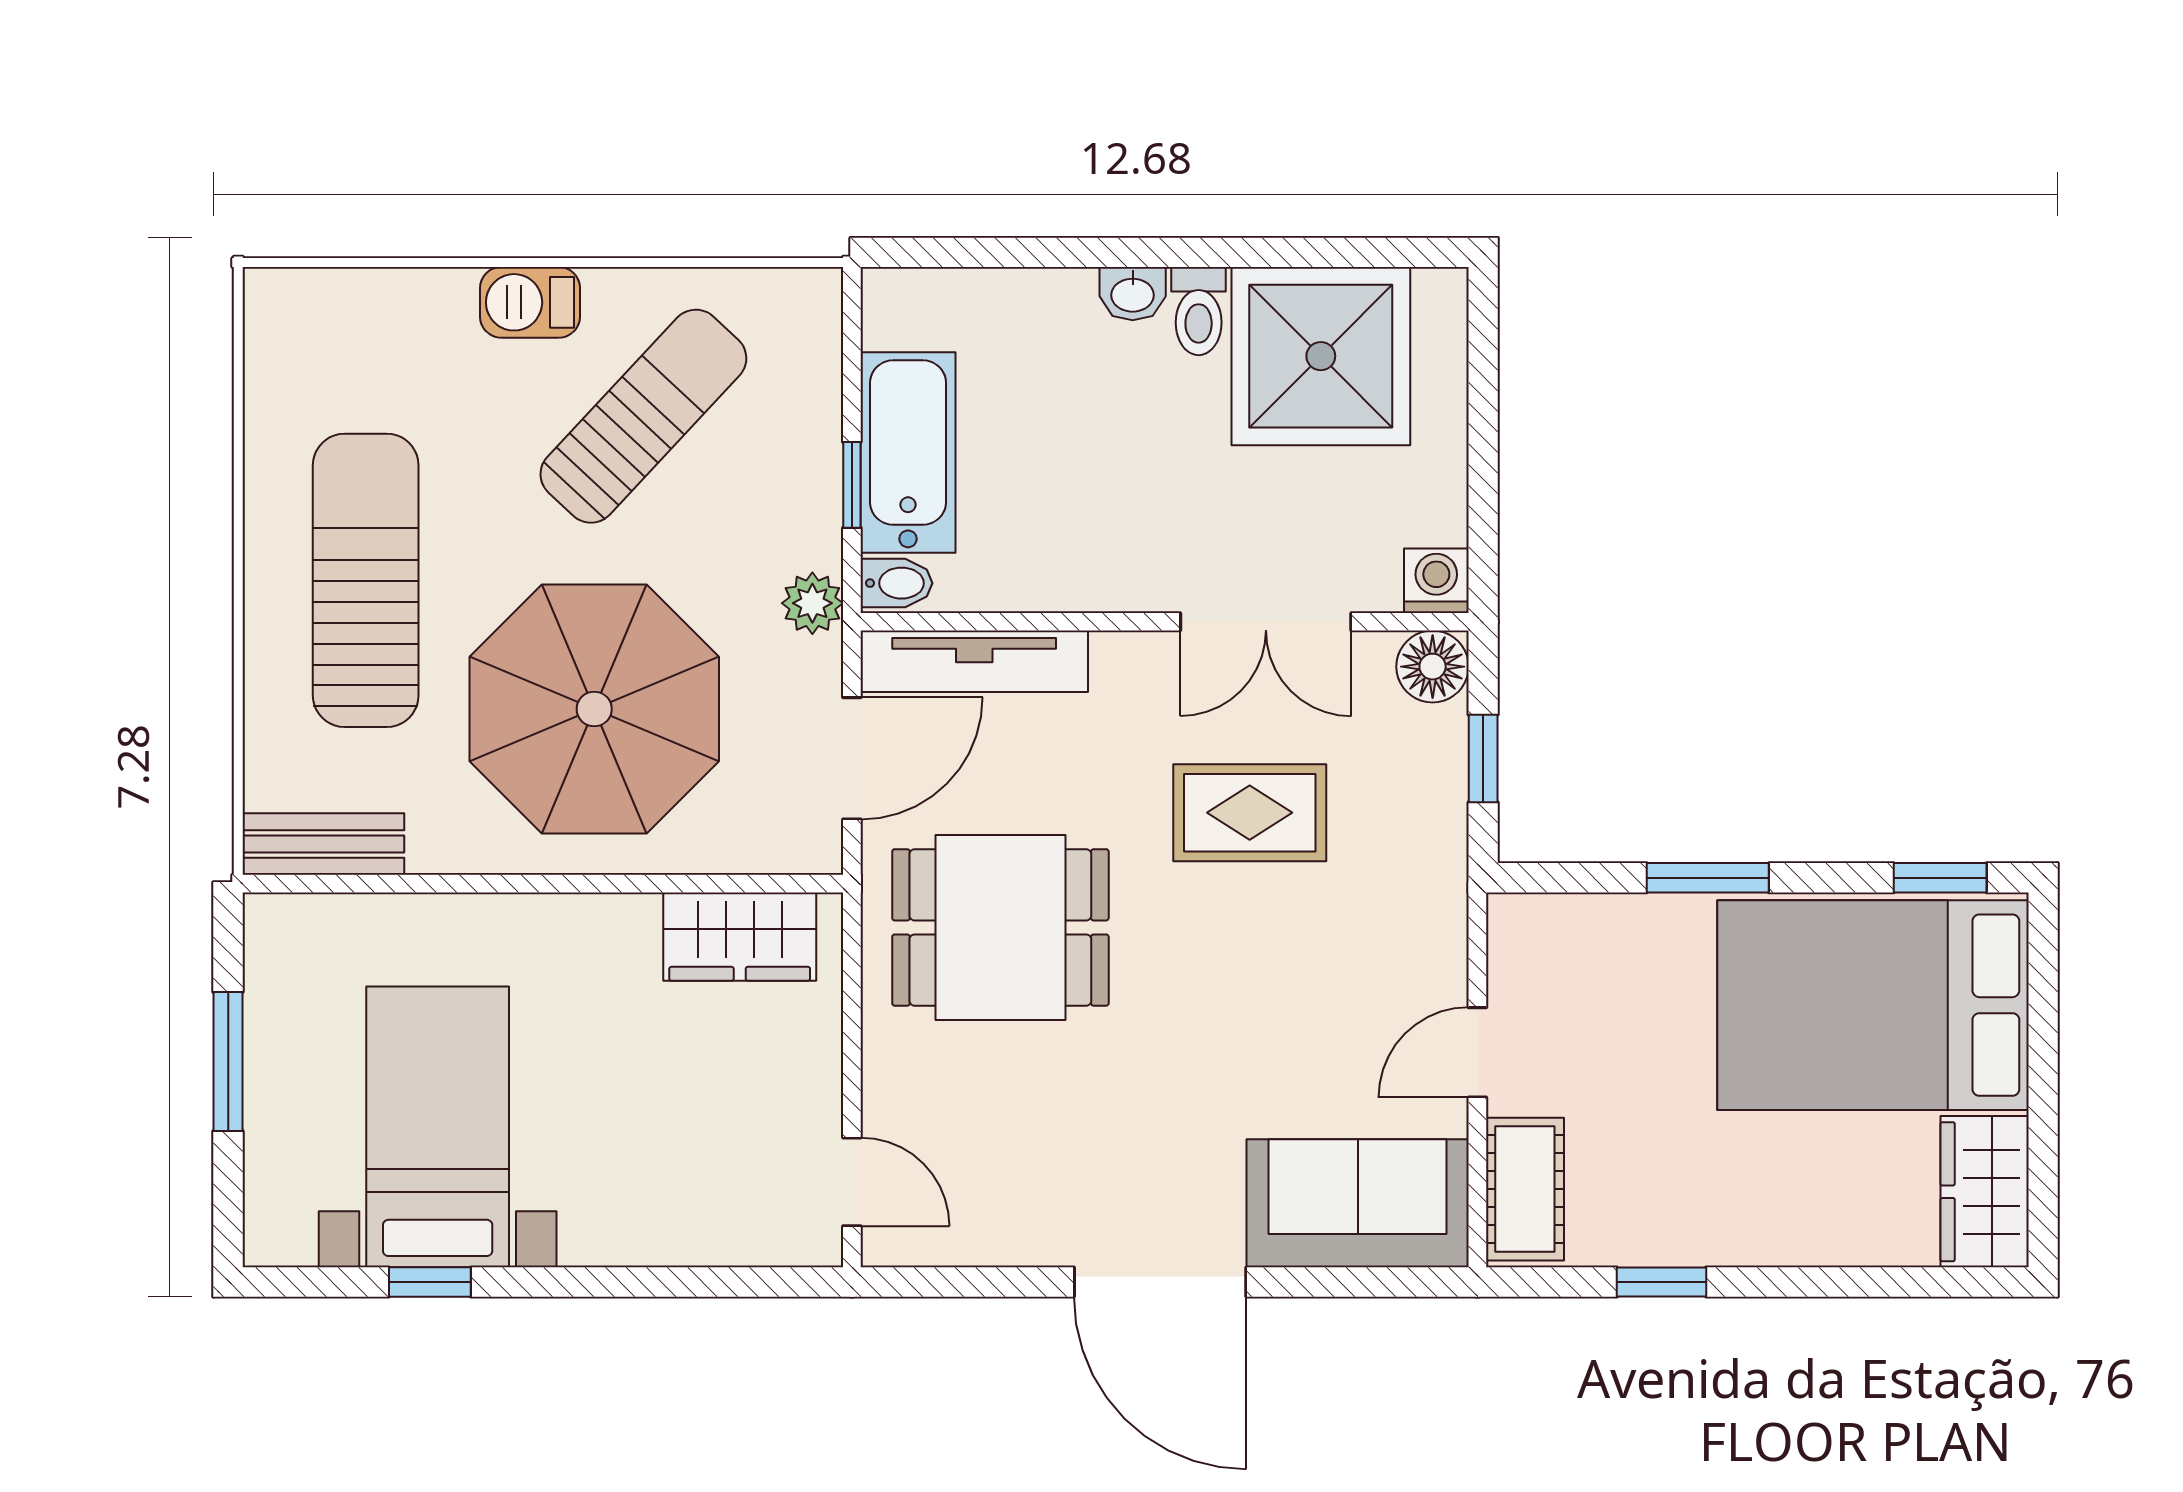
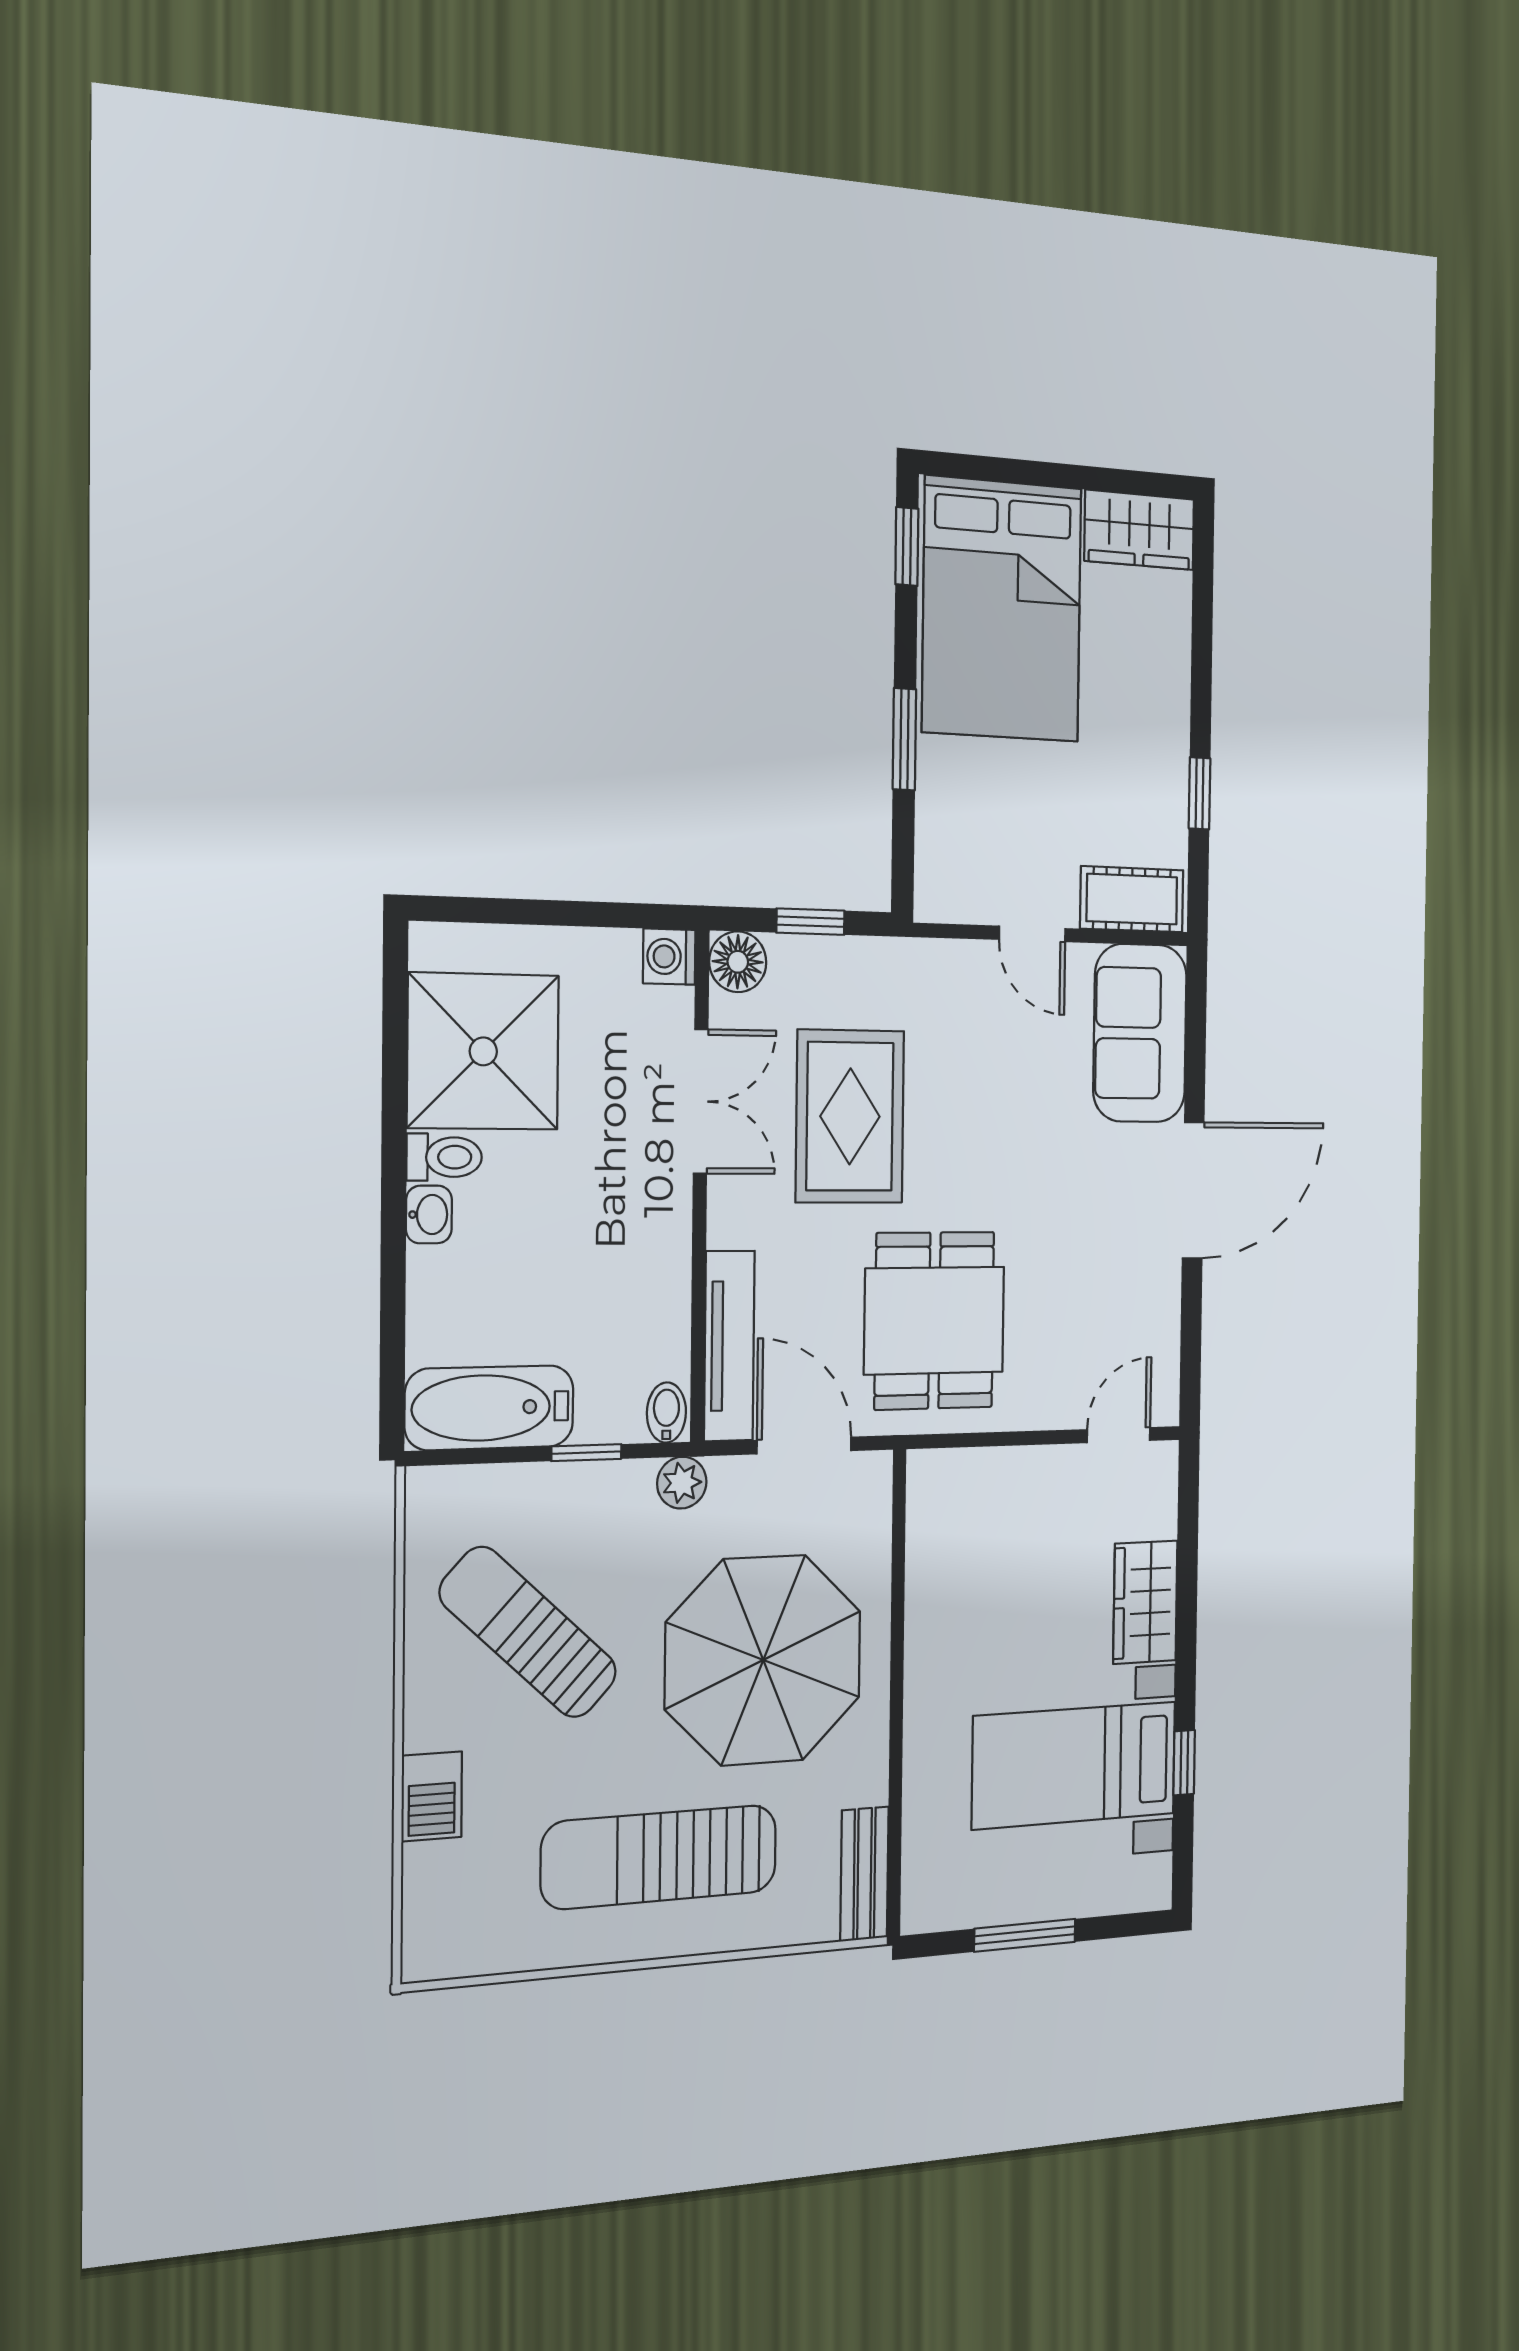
barbecue: (530, 302) -> (432, 1796), moved
bathtub: (908, 453) -> (490, 1408), moved
rug: (1250, 813) -> (850, 1116), width x1.36, depth x1.43
wardrobe: (740, 937) -> (1145, 1602), moved, turned 180

